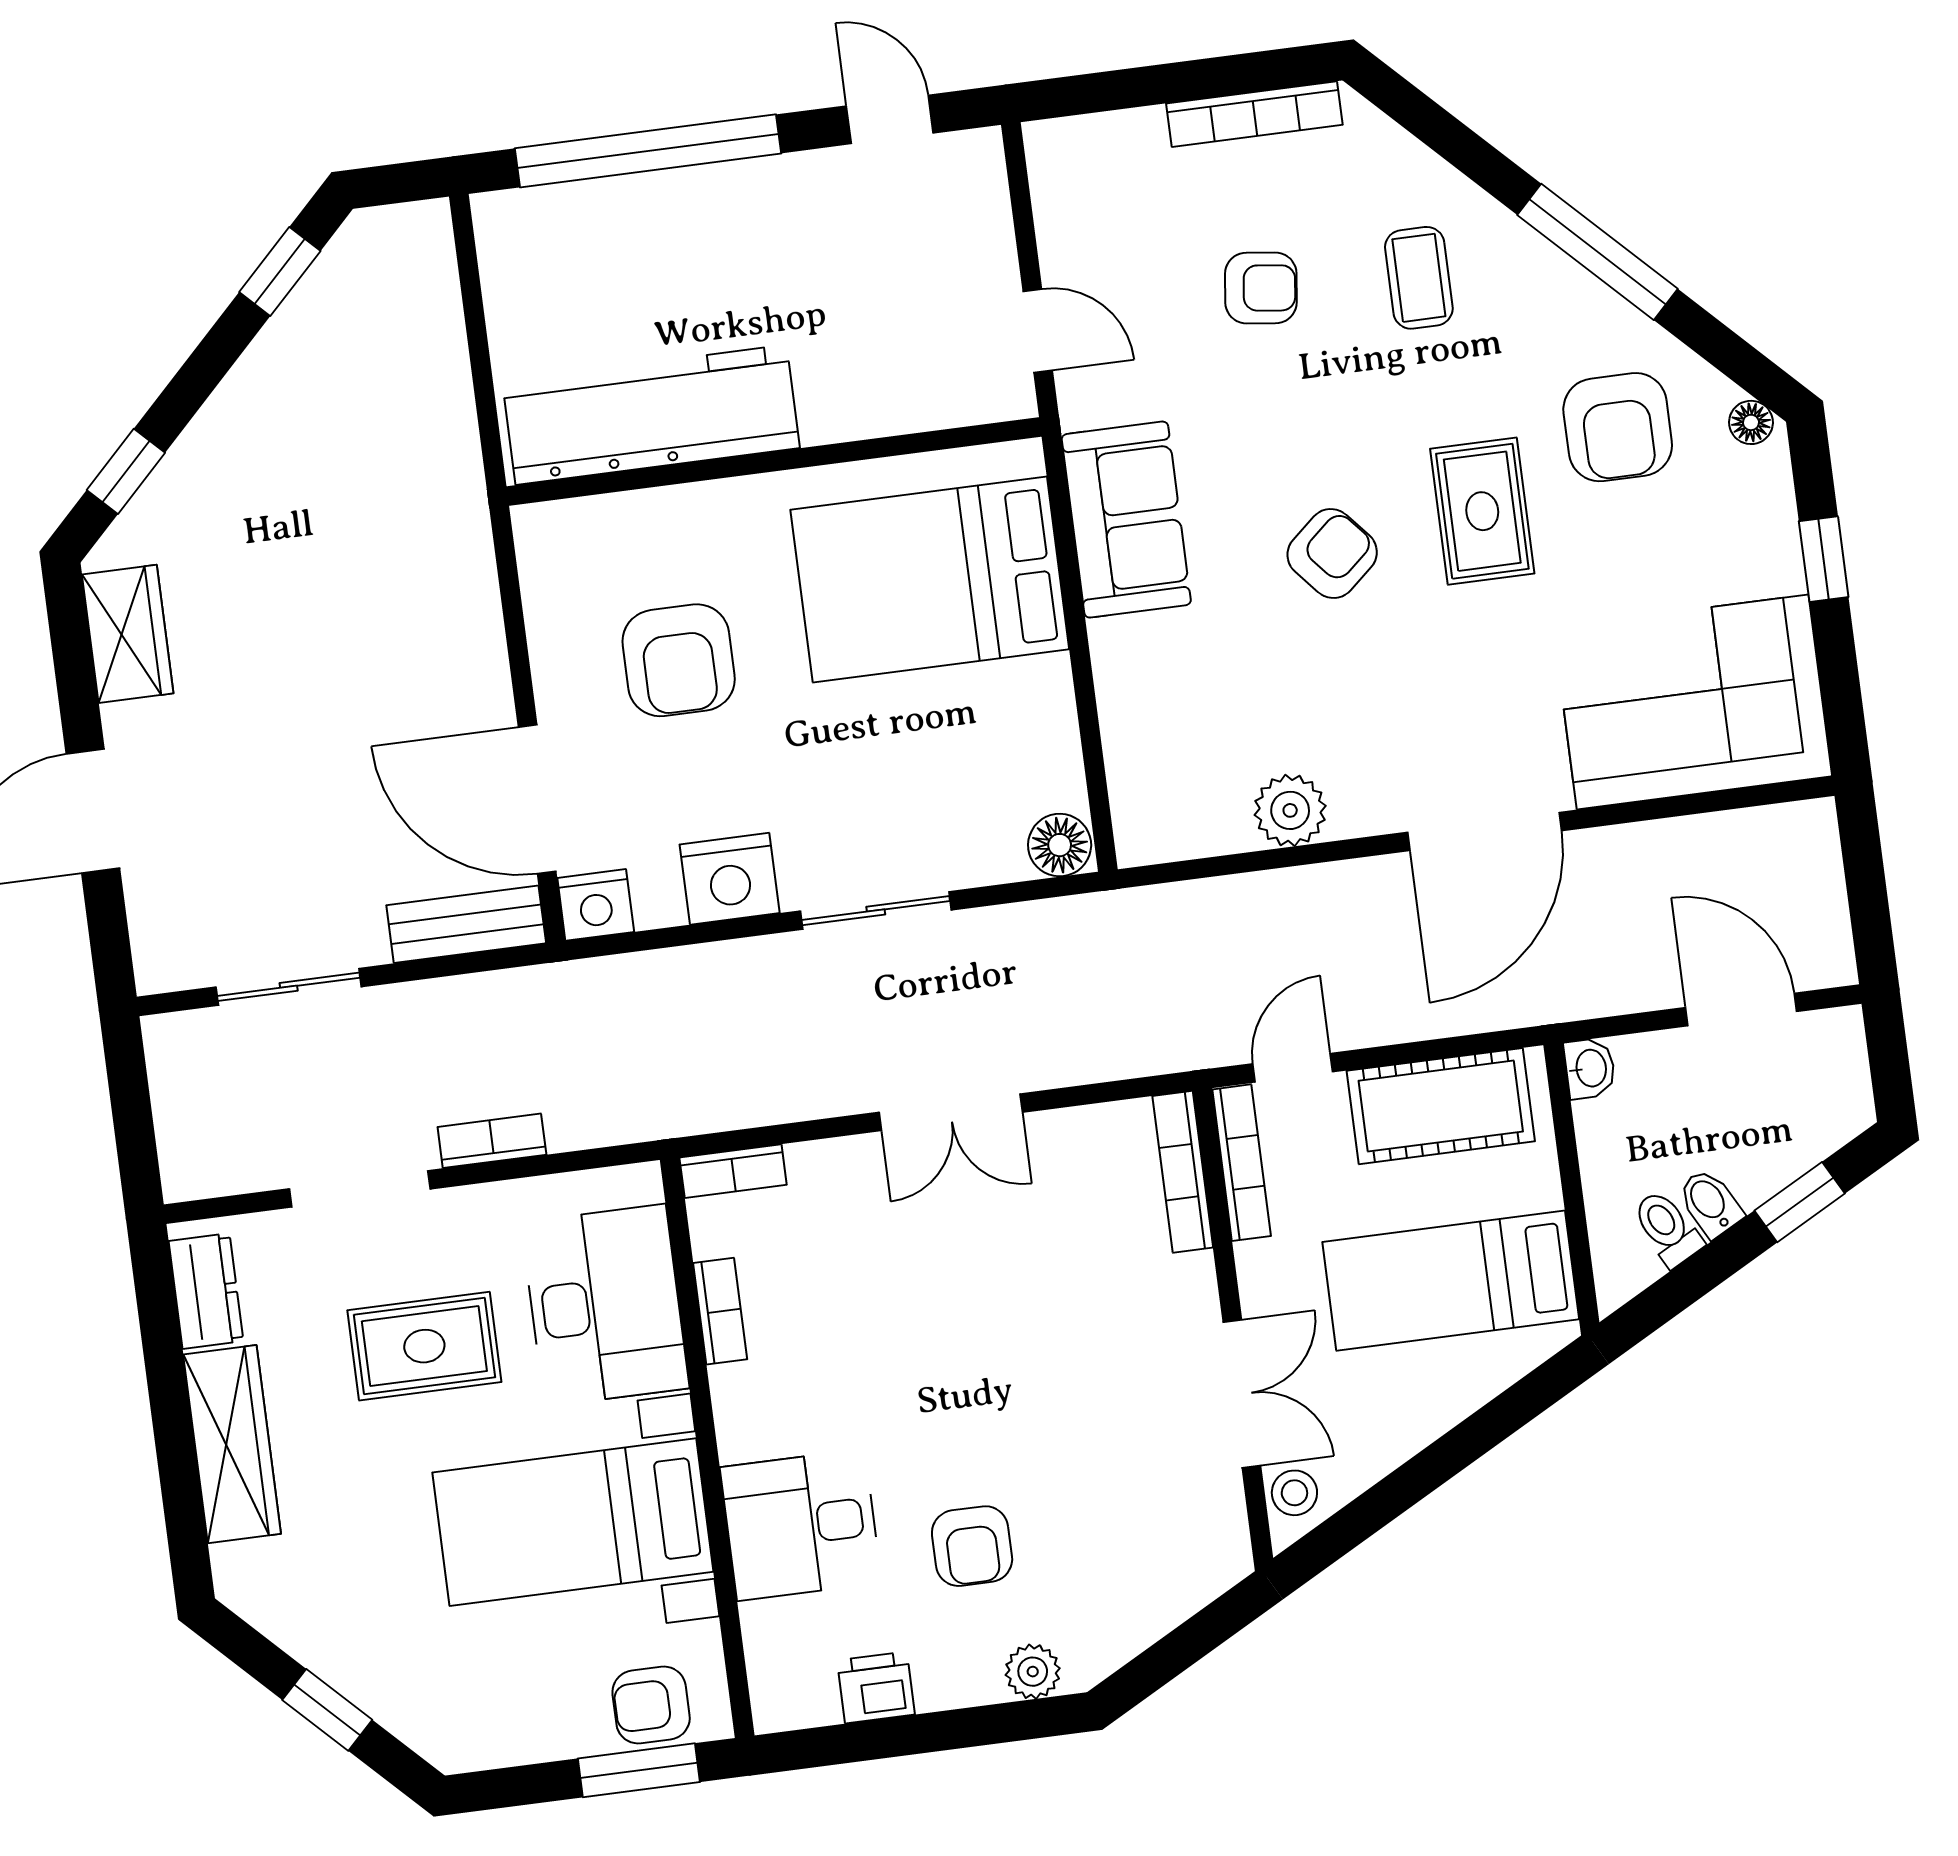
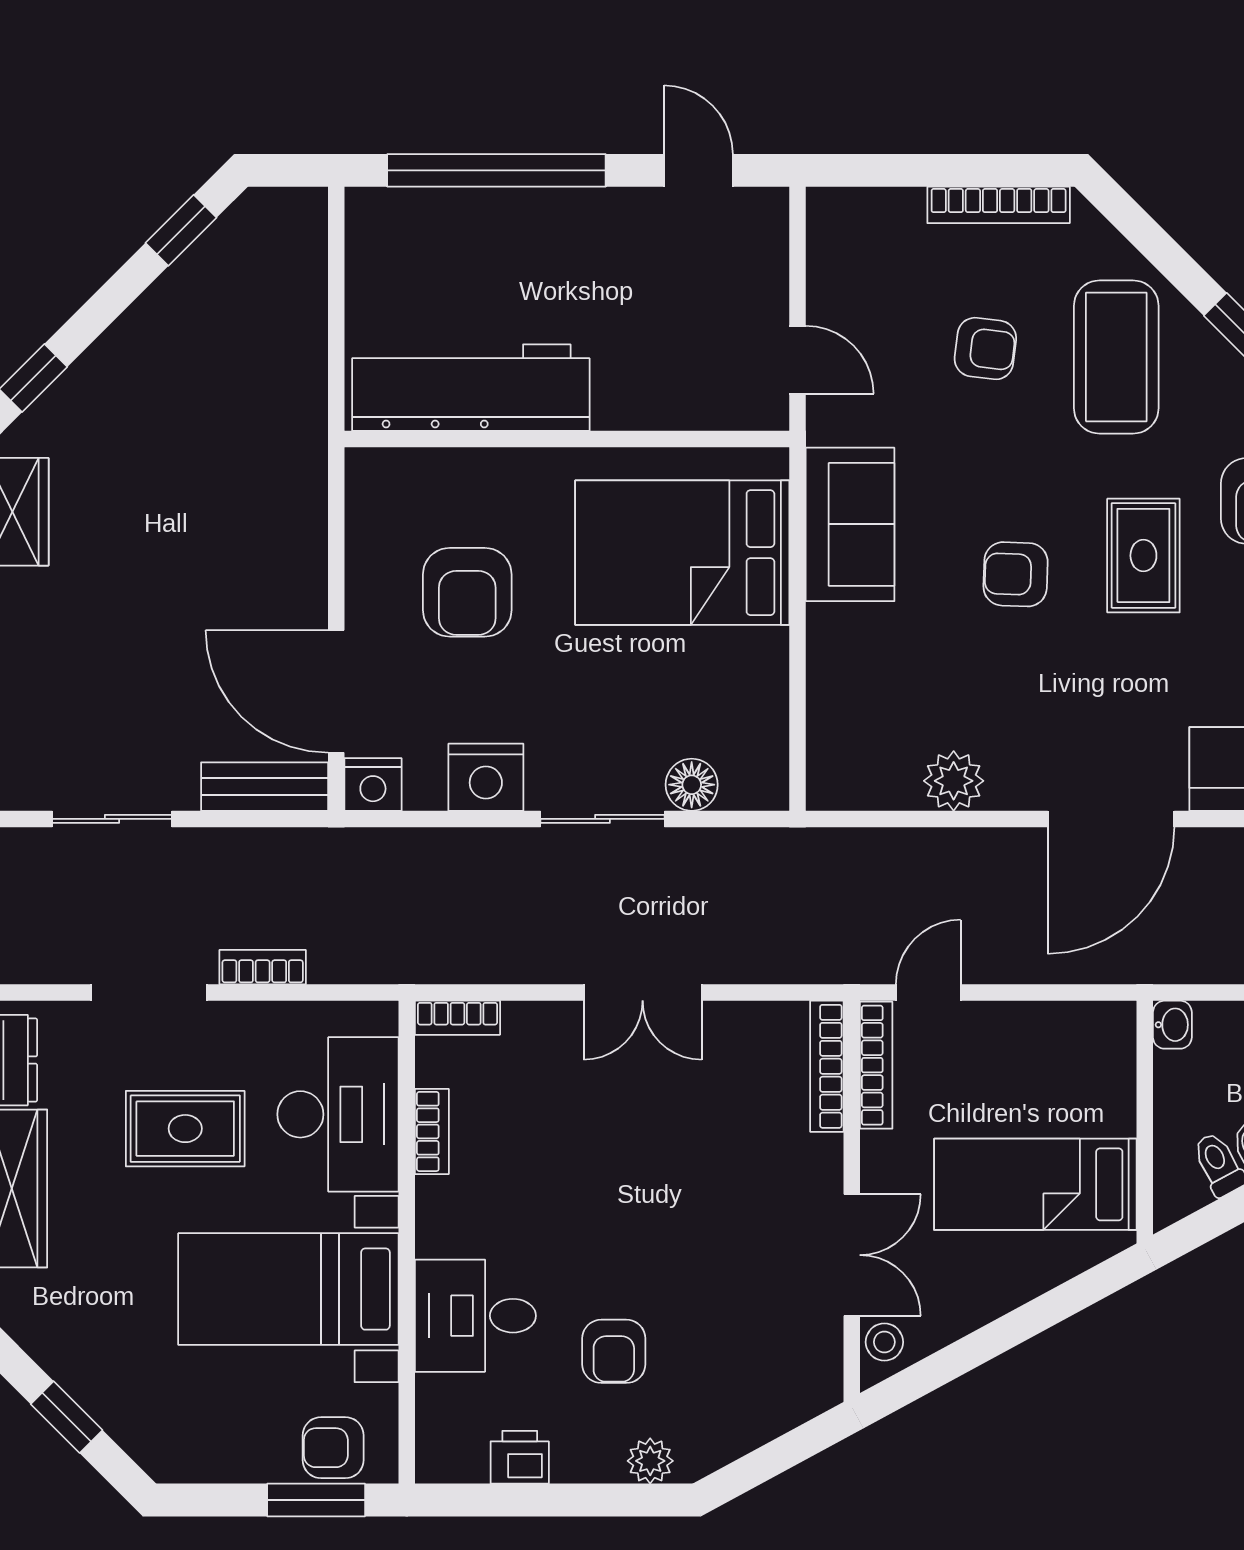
coffee table: (1419, 278) -> (1116, 357), width x1.86, depth x1.72
armchair: (1332, 554) -> (1016, 574), turned -137
floor lamp: (1060, 845) -> (692, 785), moved
cot: (1441, 1106) -> (1046, 1040), removed

